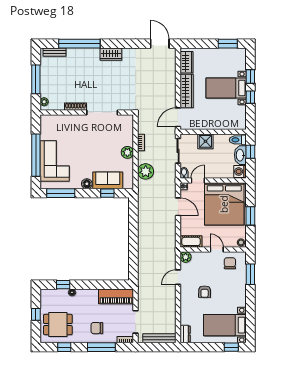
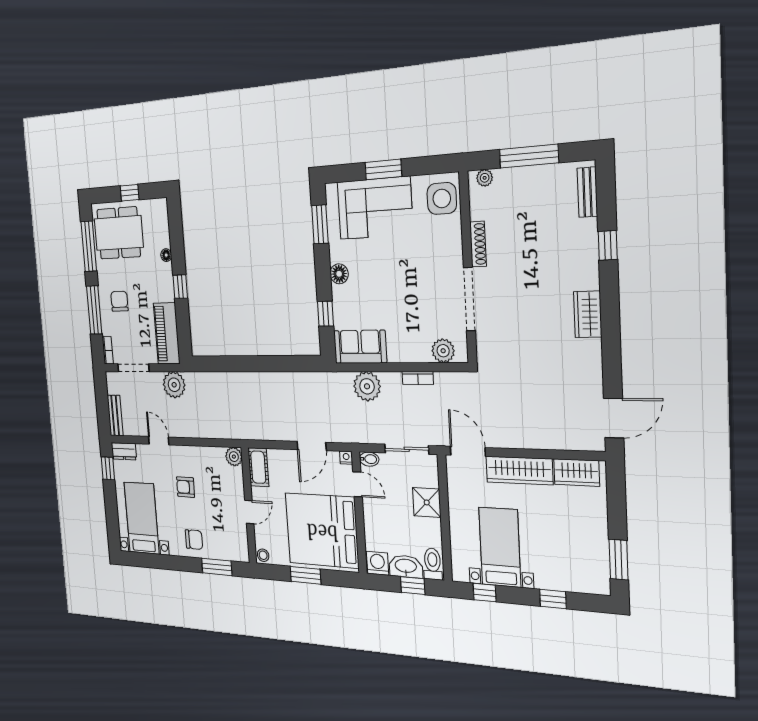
window: (79, 44) -> (608, 245), width x0.32
bed with nightstands: (226, 88) -> (500, 547), moved
window: (250, 97) -> (485, 592), moved
side table: (52, 124) -> (442, 198), added
plant: (127, 152) -> (443, 351), moved
window: (36, 155) -> (383, 169), width x0.47
sofa: (108, 180) -> (360, 347), moved, turned -90
window: (61, 193) -> (320, 224), width x0.69
chair: (230, 263) -> (194, 540), moved
door: (178, 277) -> (159, 441), moved
window: (63, 285) -> (180, 287), moved
plant: (145, 294) -> (174, 385), added
dining table: (58, 325) -> (119, 233), width x1.38
bench: (159, 338) -> (115, 415), width x0.73
window: (64, 347) -> (89, 246), width x2.17
window: (231, 347) -> (108, 468), moved

